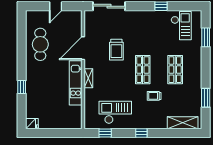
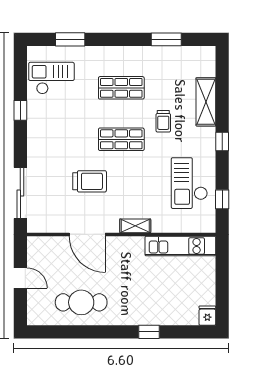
kitchen unit: (76, 83) -> (180, 246), moved
shelving: (183, 123) -> (206, 102), moved

